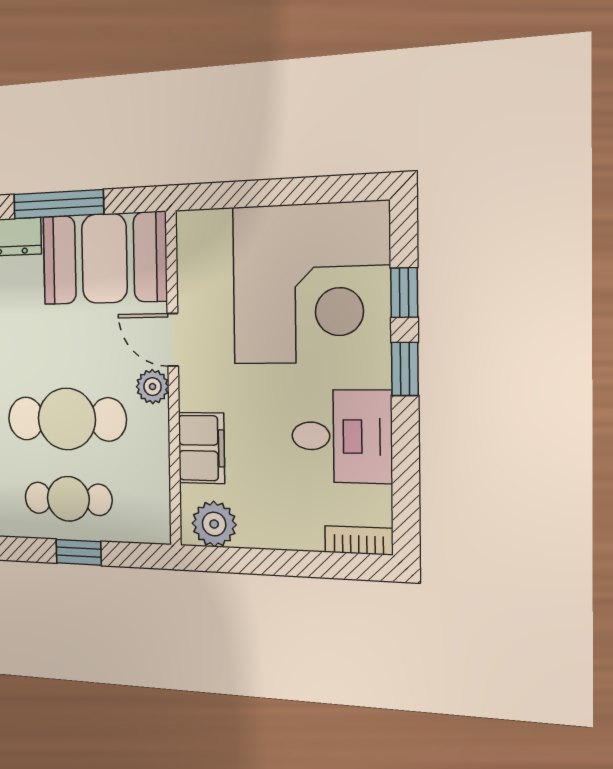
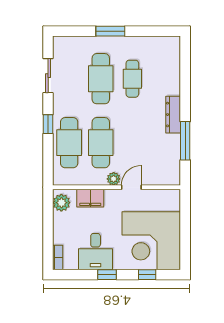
booth: (104, 258) -> (163, 160), removed
window: (405, 369) -> (107, 275), moved
cafe table: (68, 499) -> (69, 143), width x1.37, depth x1.35
window: (79, 552) -> (48, 124), moved

